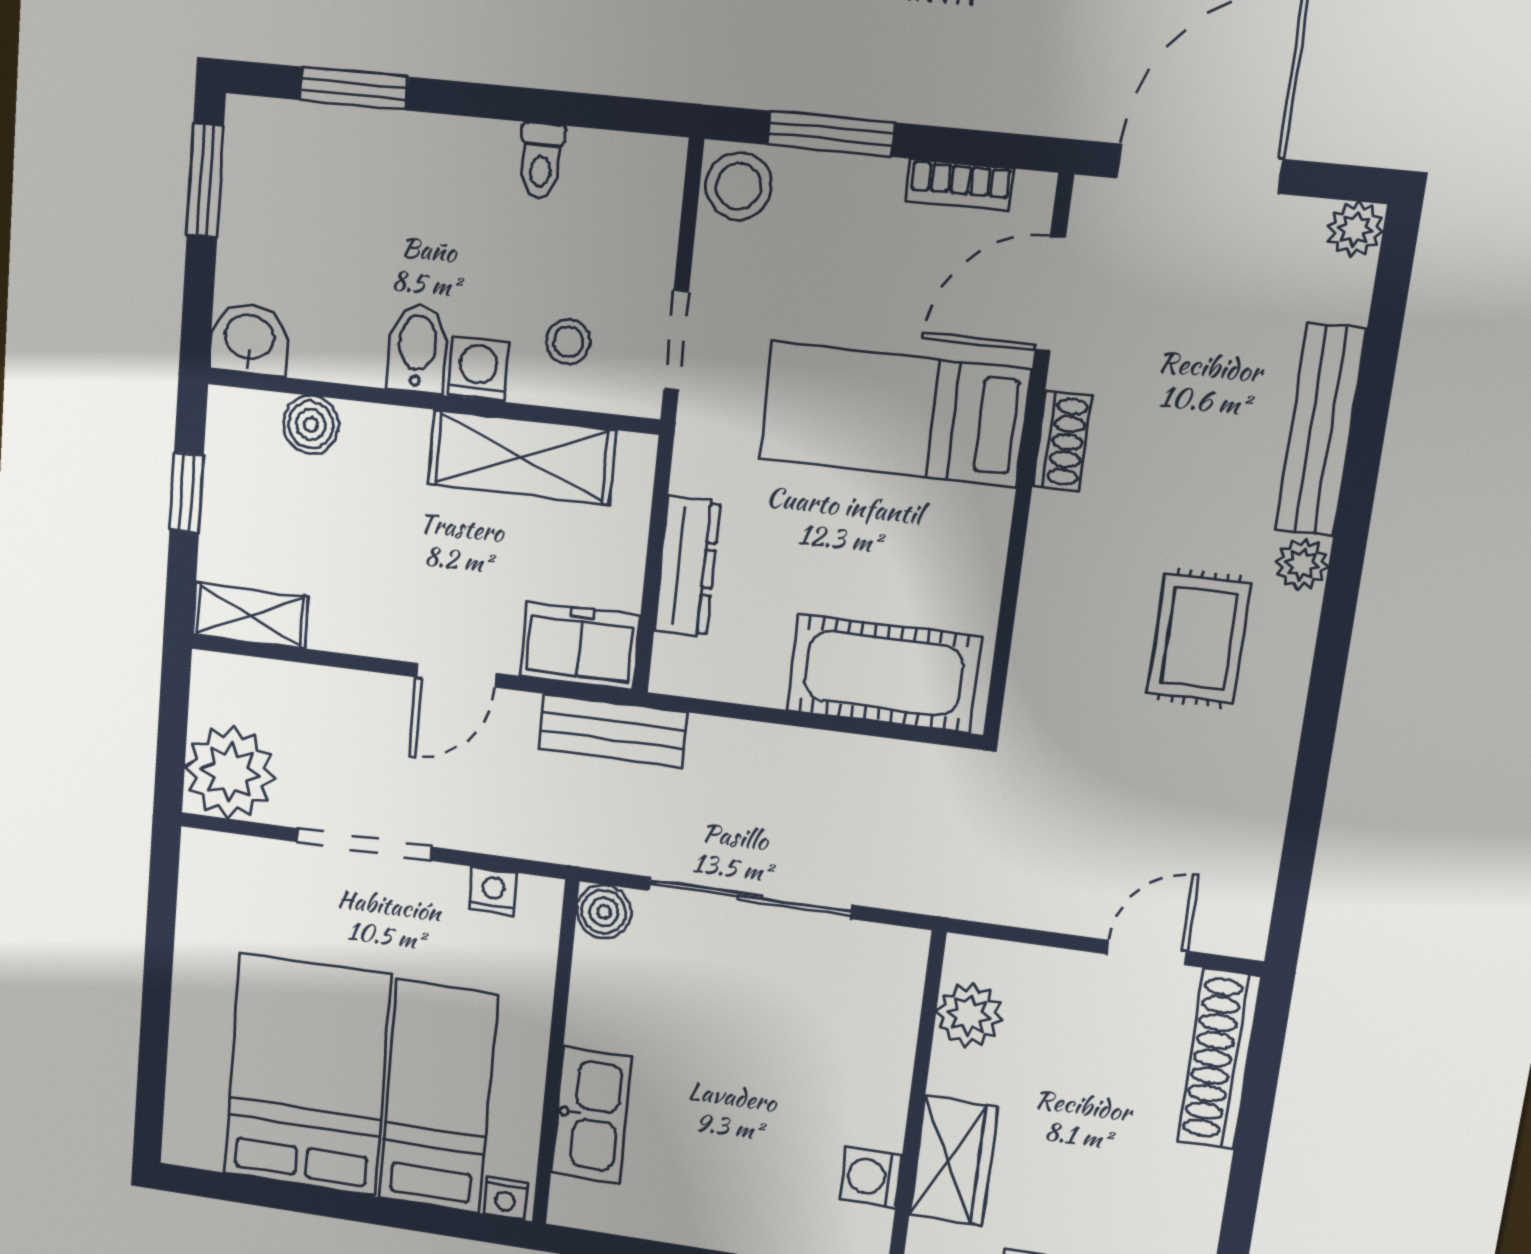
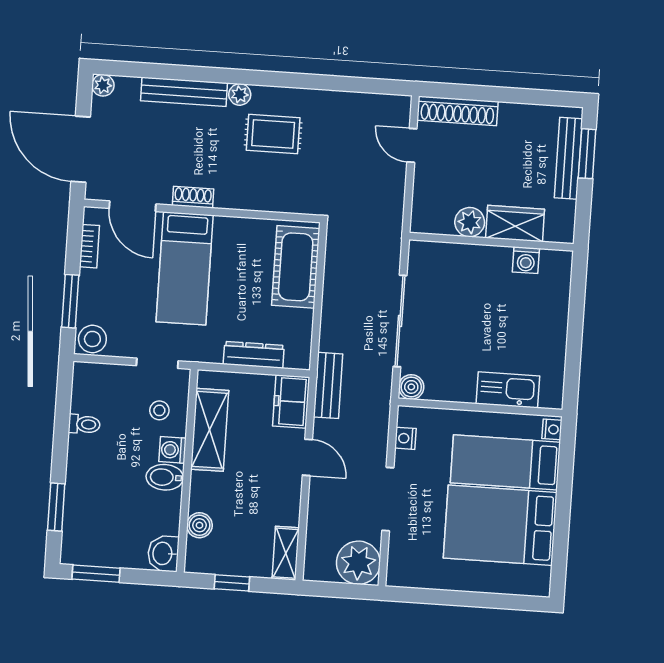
plant: (969, 1015) -> (470, 222), moved

